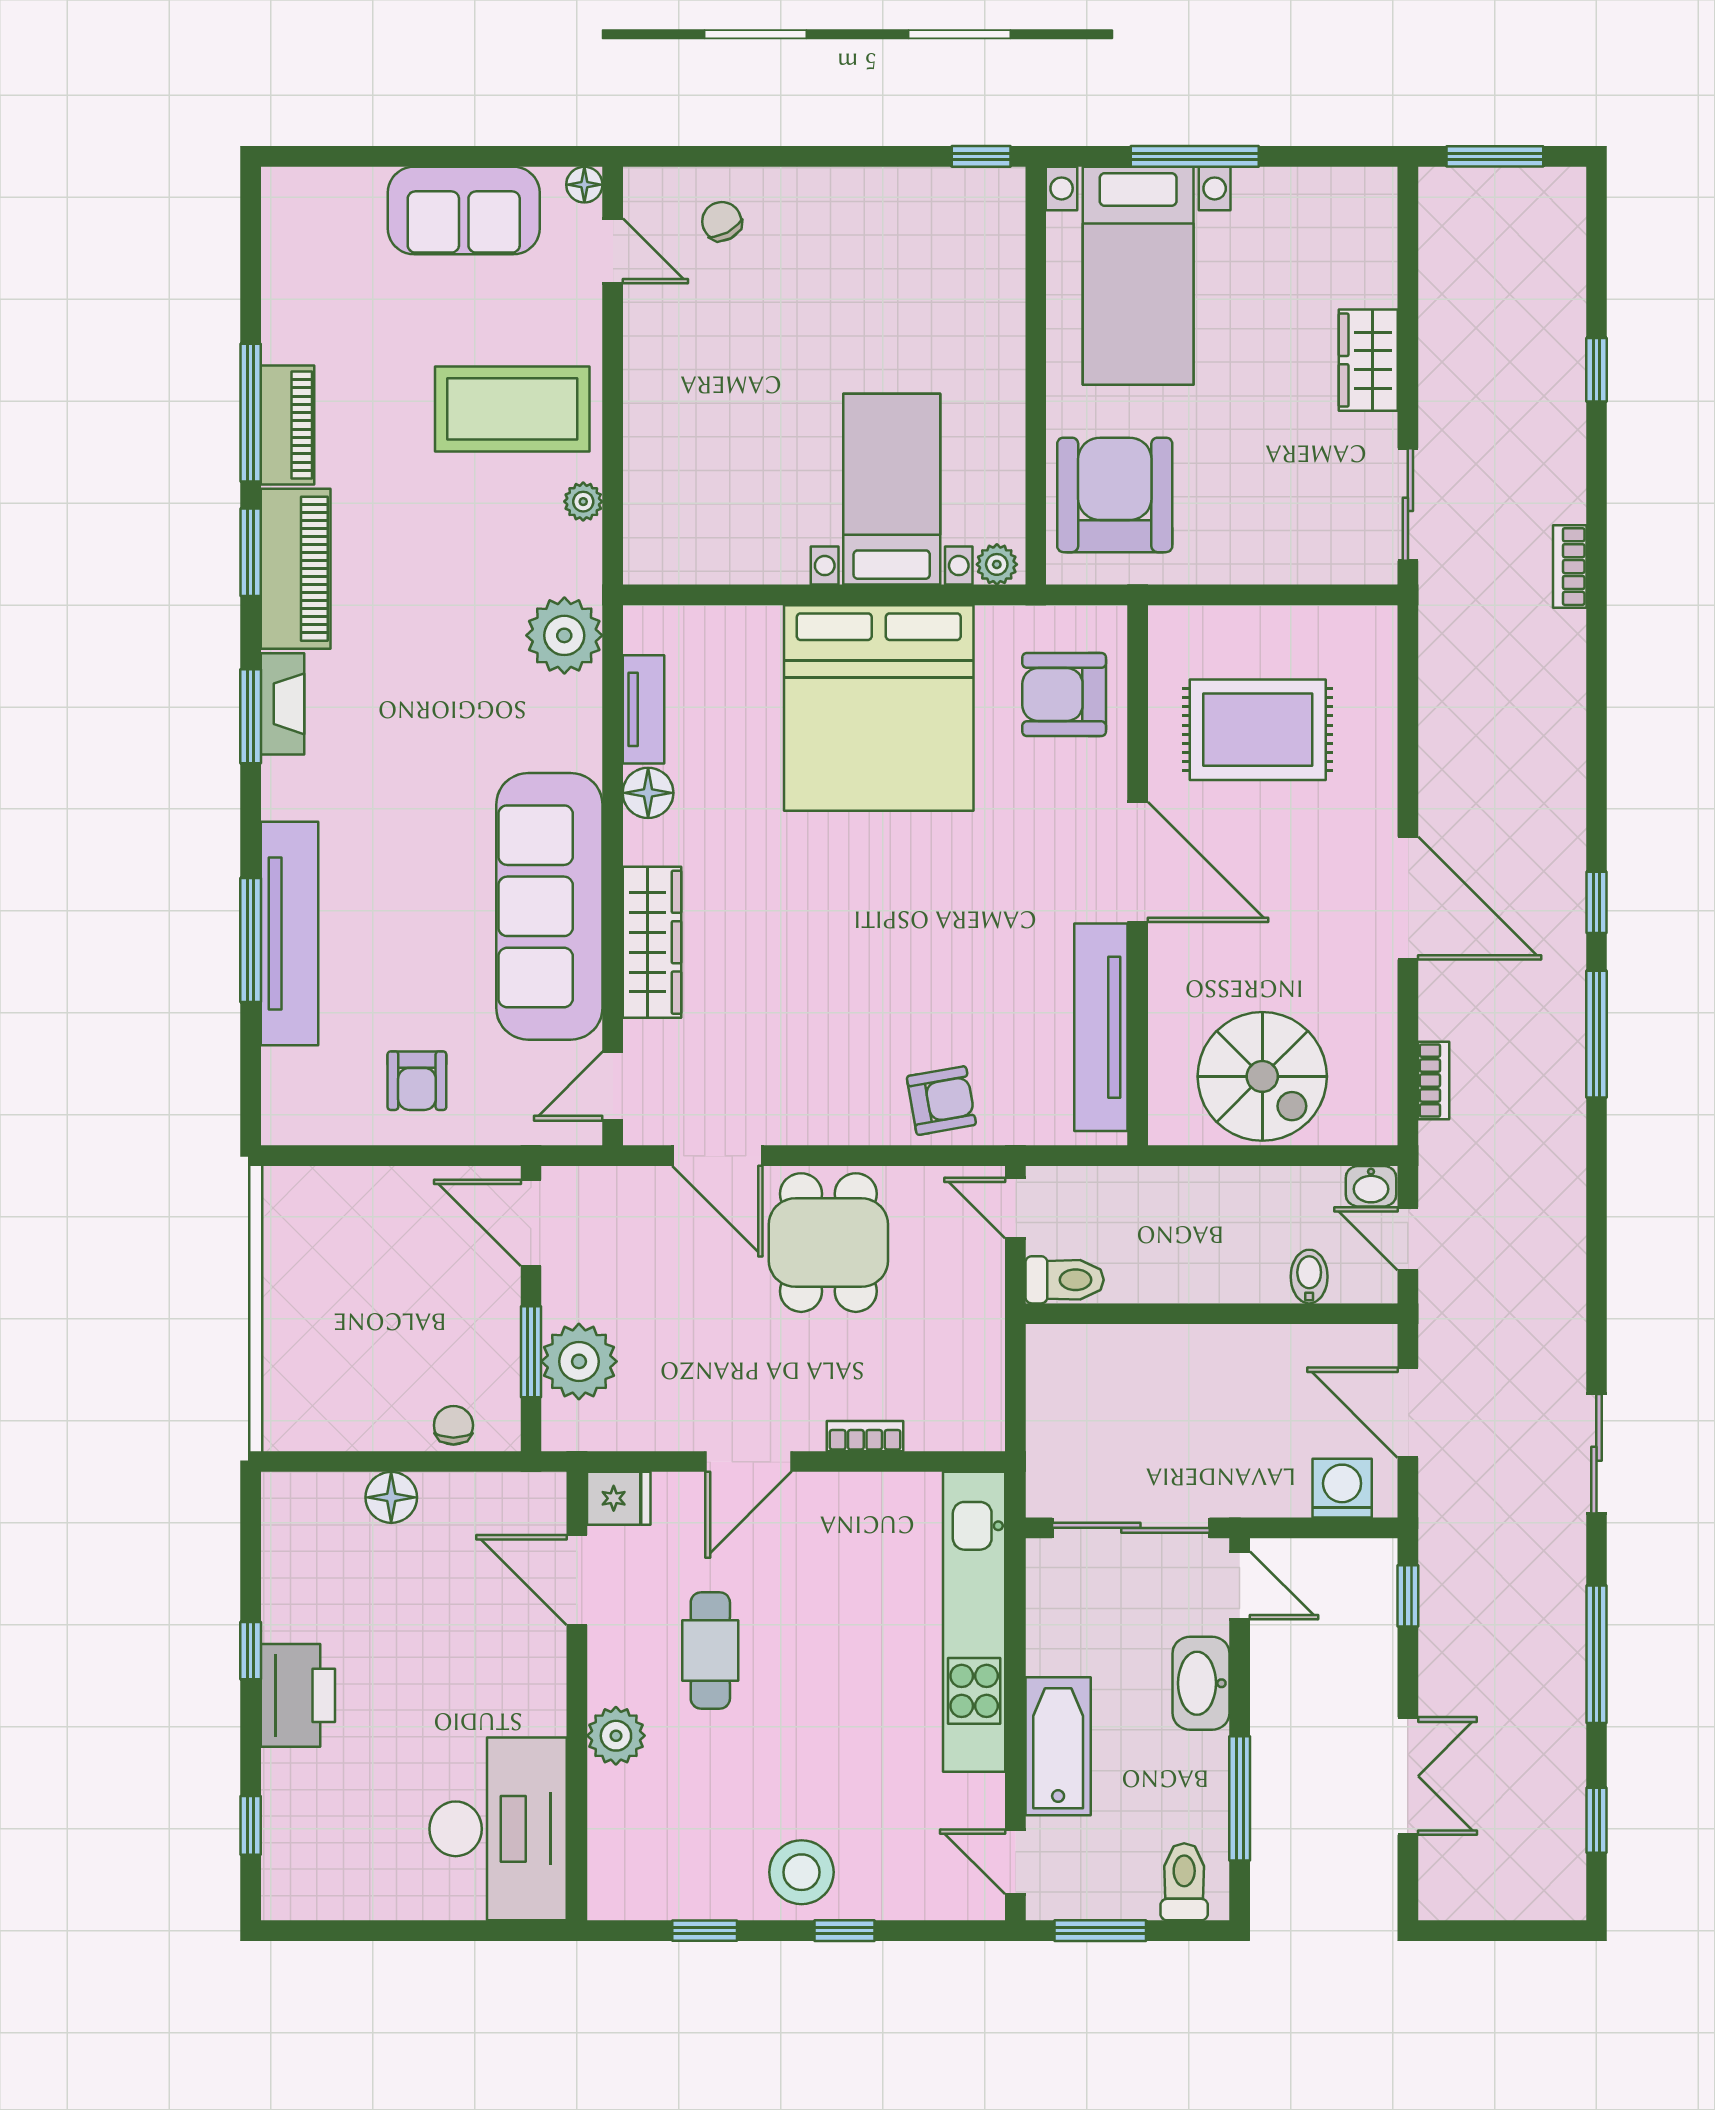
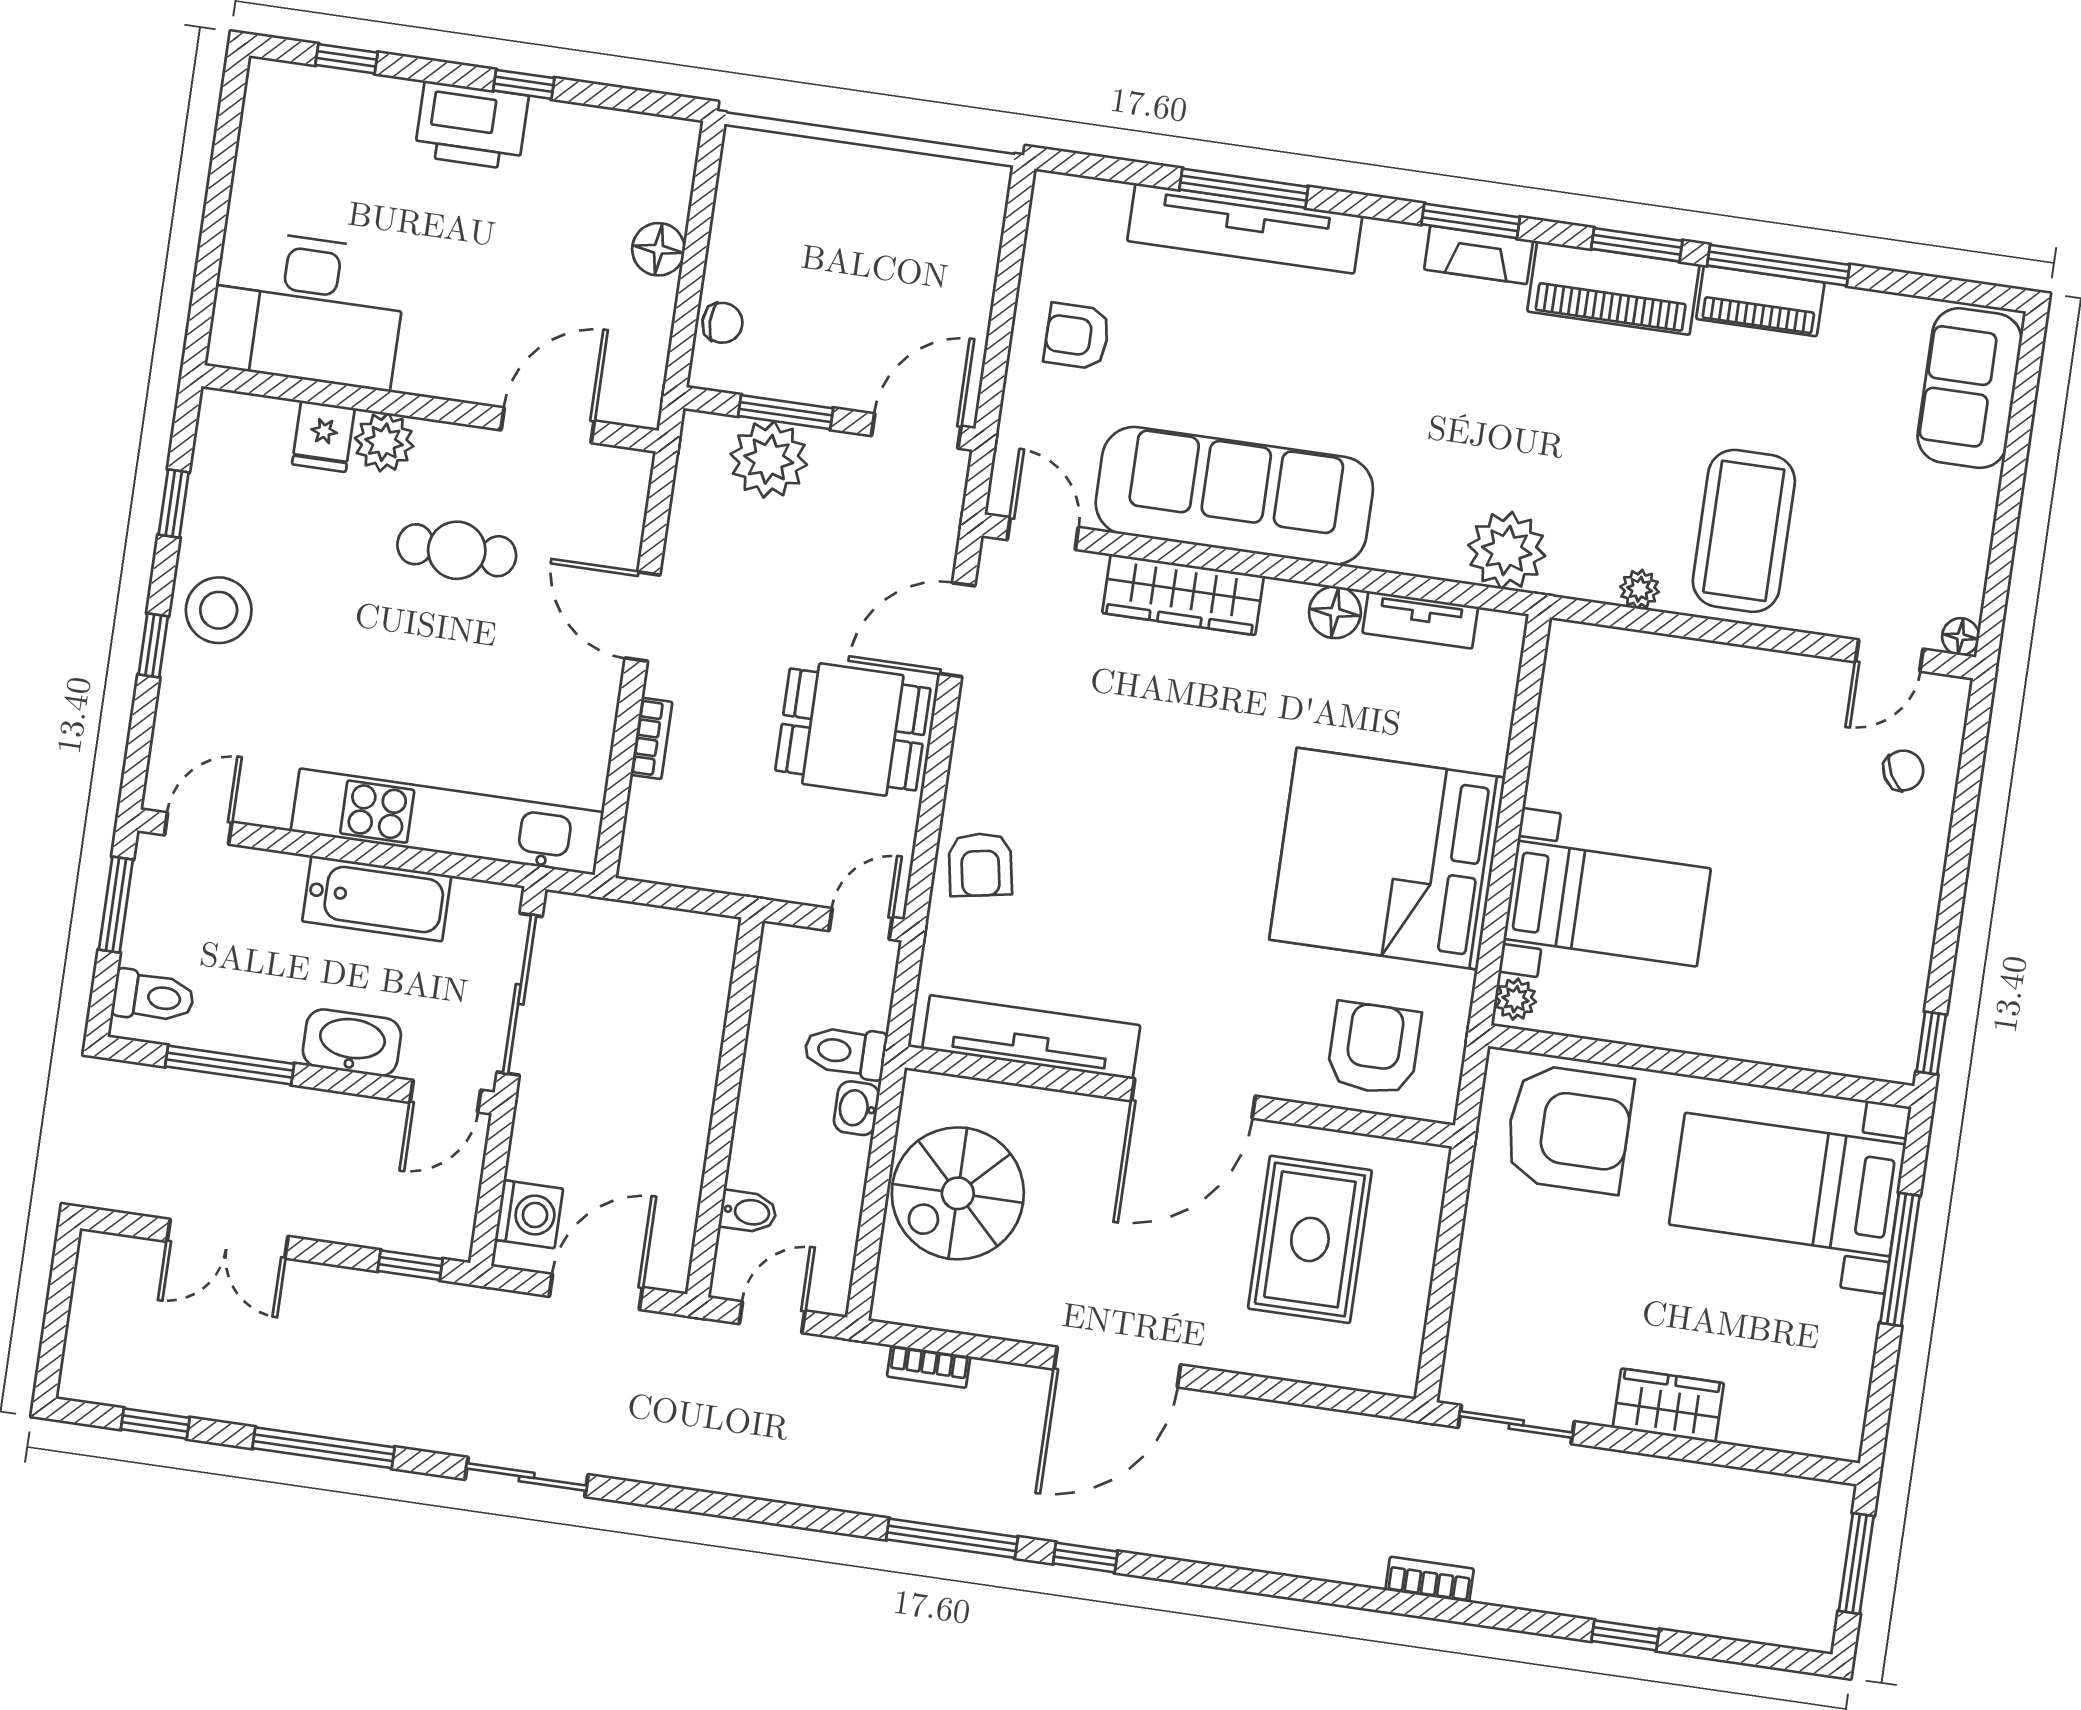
sofa: (464, 211) -> (1970, 388), moved
washbasin: (1371, 1186) -> (857, 1108), moved
toilet: (1065, 1280) -> (845, 1052), moved, turned 90
fridge: (619, 1498) -> (323, 436), moved
bathtub: (1058, 1746) -> (377, 898), moved

